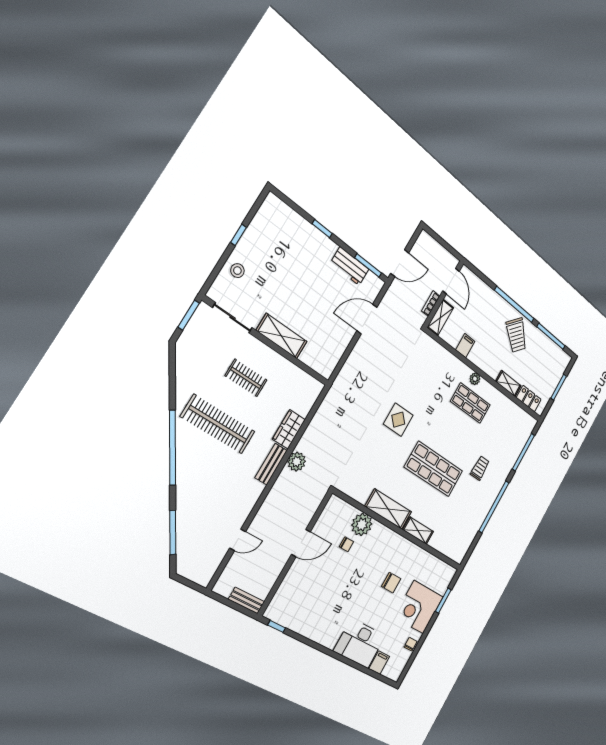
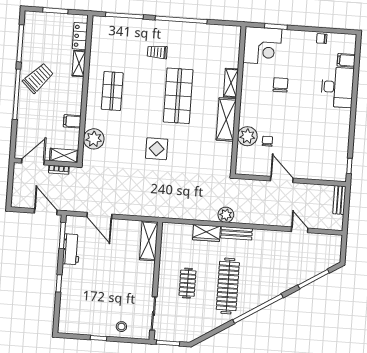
shelving: (282, 336) -> (149, 241), moved
plant: (475, 379) -> (94, 139), moved, width x1.88, depth x1.88
corner desk: (419, 607) -> (262, 46), moved

